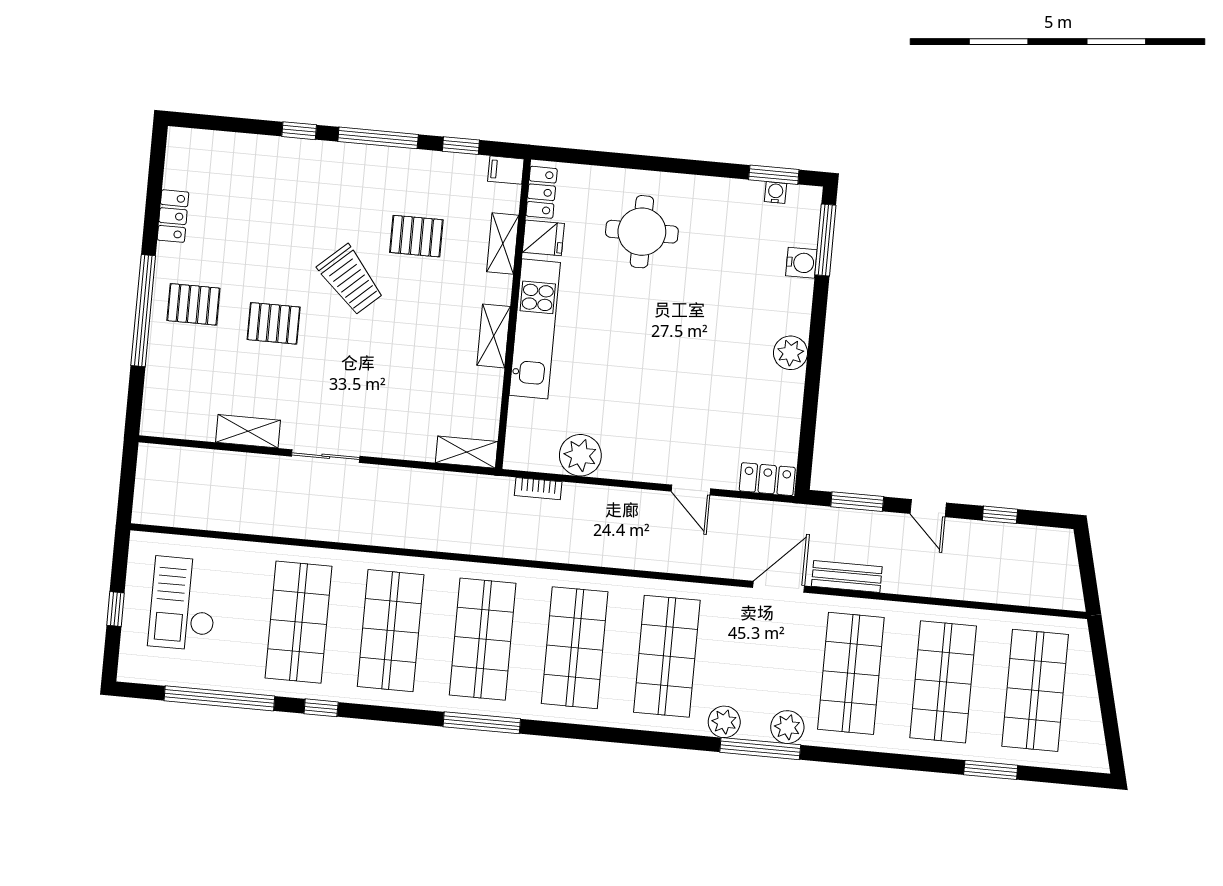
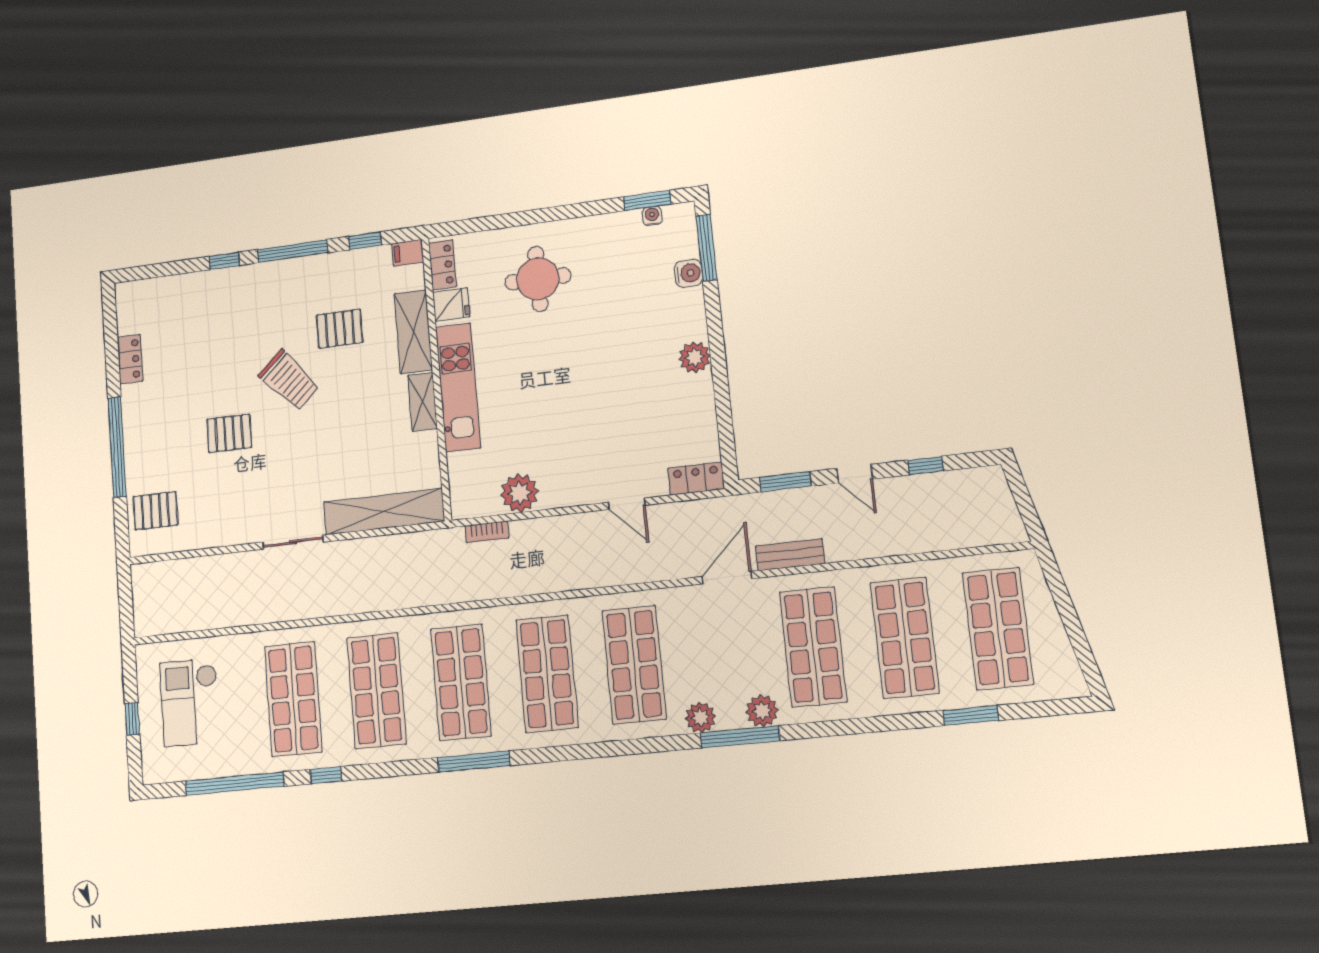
shelving: (503, 243) -> (413, 332), width x1.50, depth x1.33
pallet: (193, 304) -> (155, 511), moved
shelving: (248, 431) -> (222, 534), removed
shelving: (467, 452) -> (384, 512), width x2.20, depth x1.33

